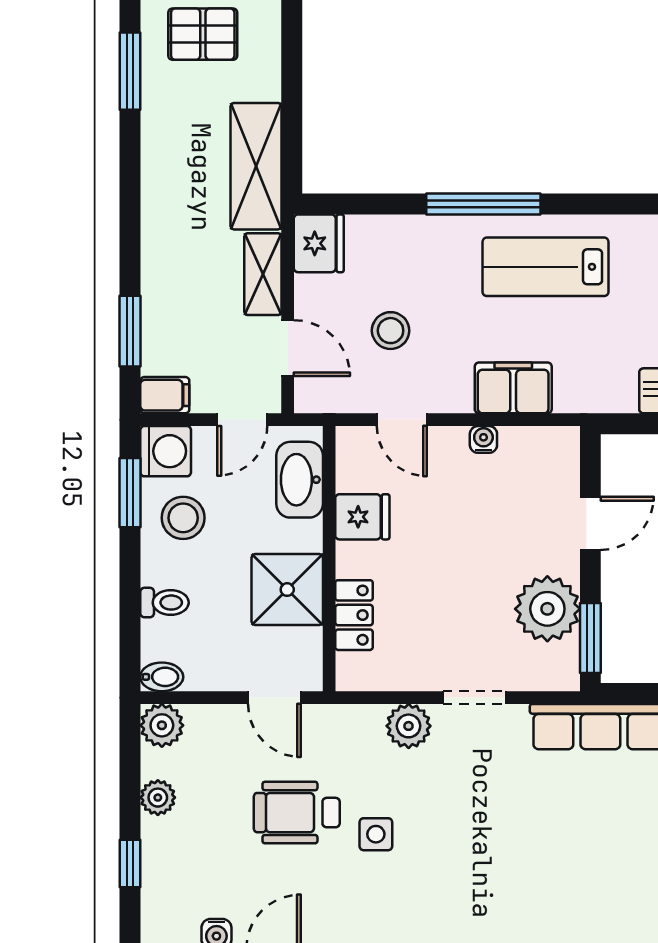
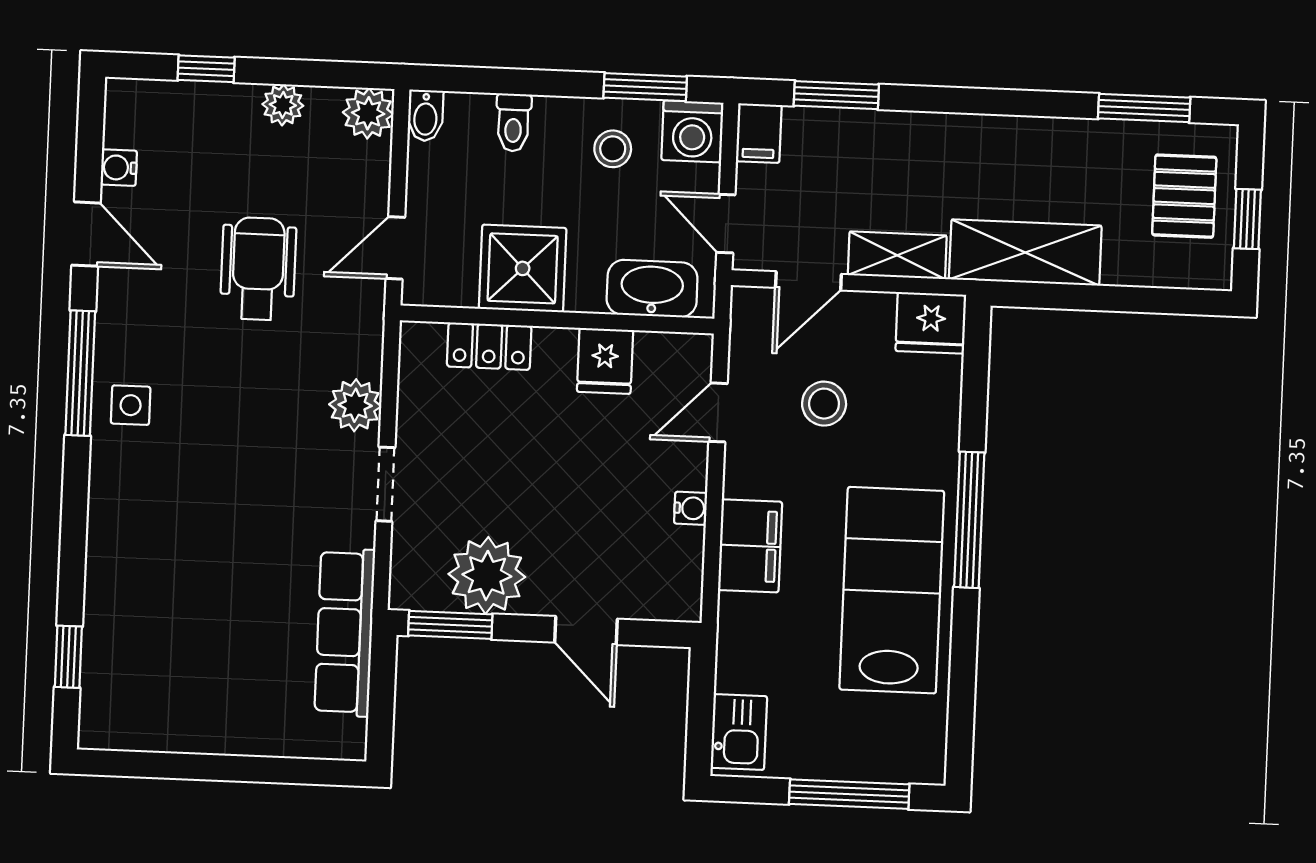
lab bench: (546, 267) -> (892, 590), width x1.36, depth x1.39
stool: (183, 518) -> (613, 149), width x0.73, depth x0.73
side table: (376, 834) -> (131, 405), moved

